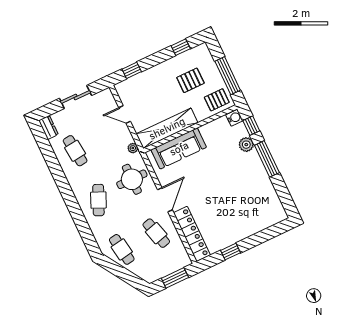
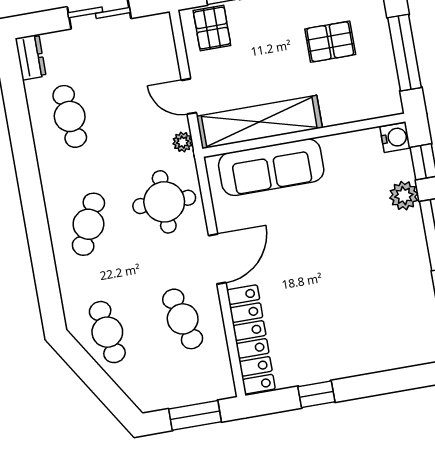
pallet: (217, 100) -> (212, 28), moved, turned 90
door: (125, 114) -> (189, 96), moved

